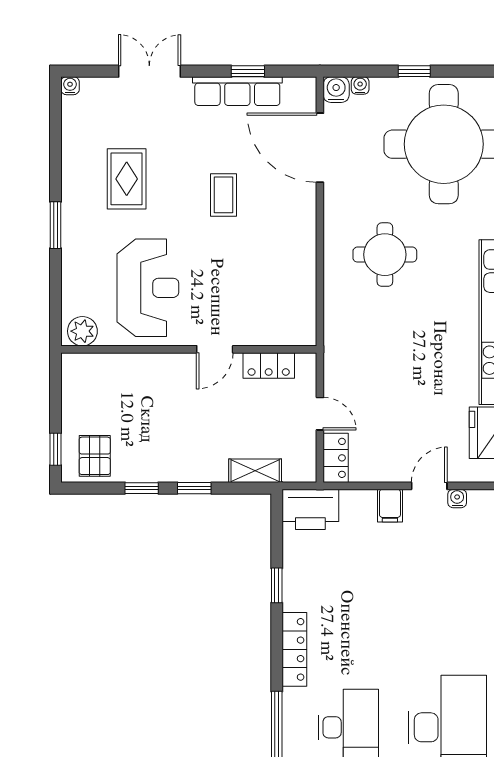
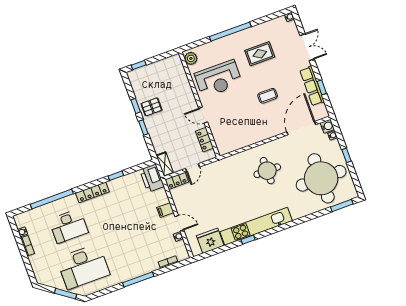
window: (55, 225) -> (230, 32), width x2.11
pallet: (95, 456) -> (152, 107), moved
shelving: (255, 471) -> (165, 164), moved

